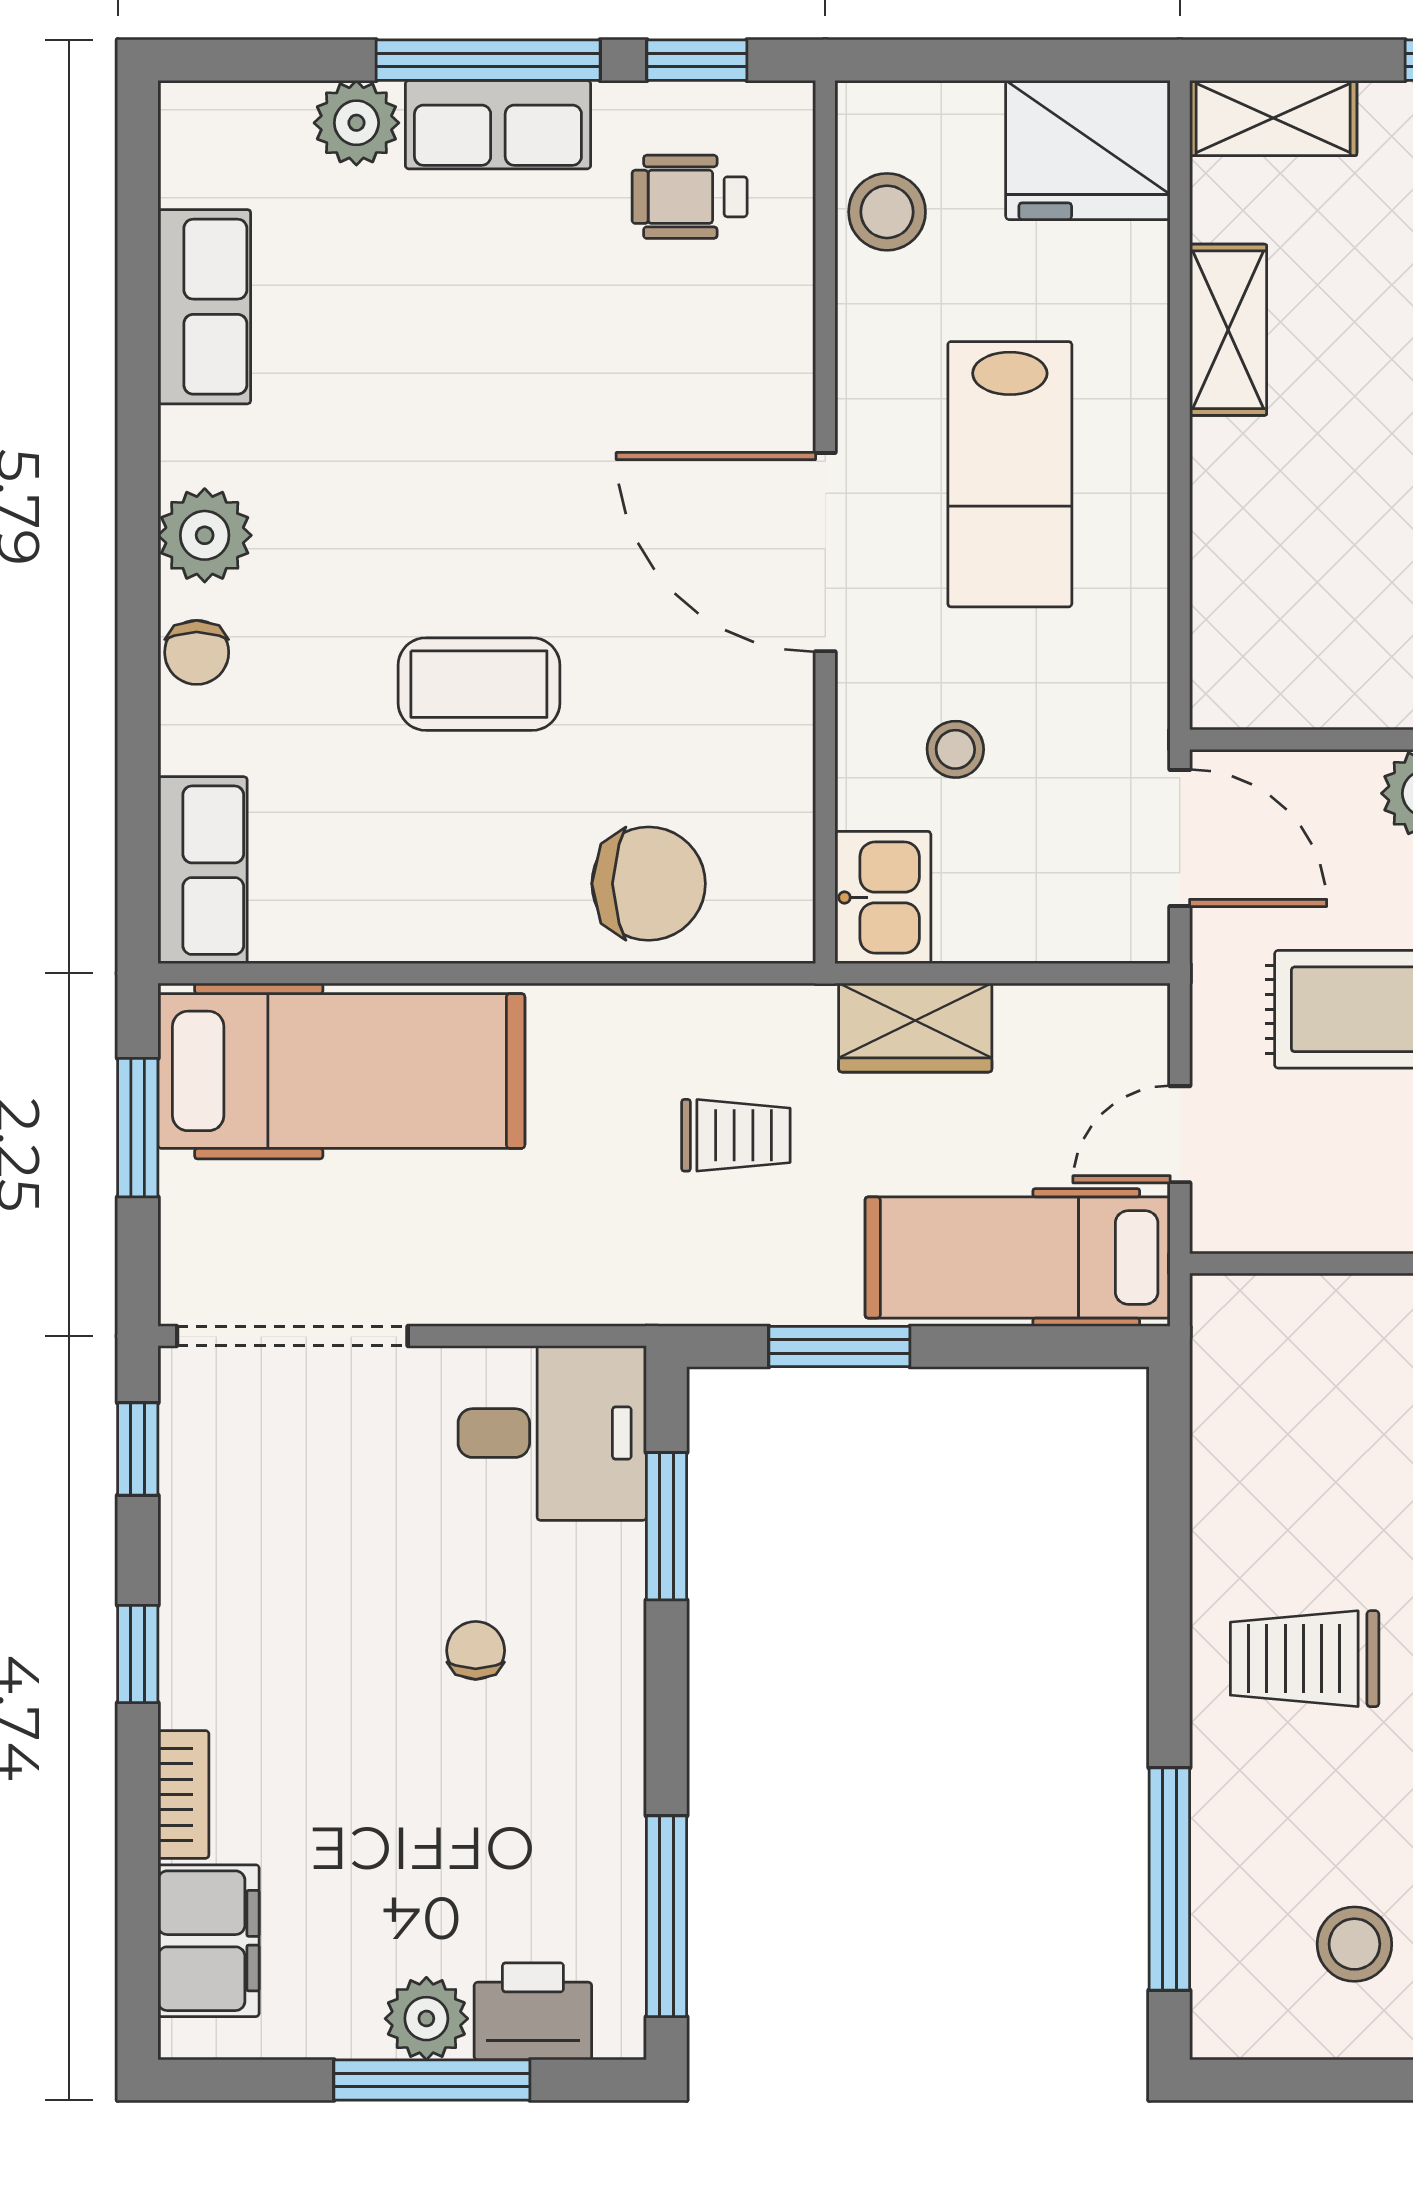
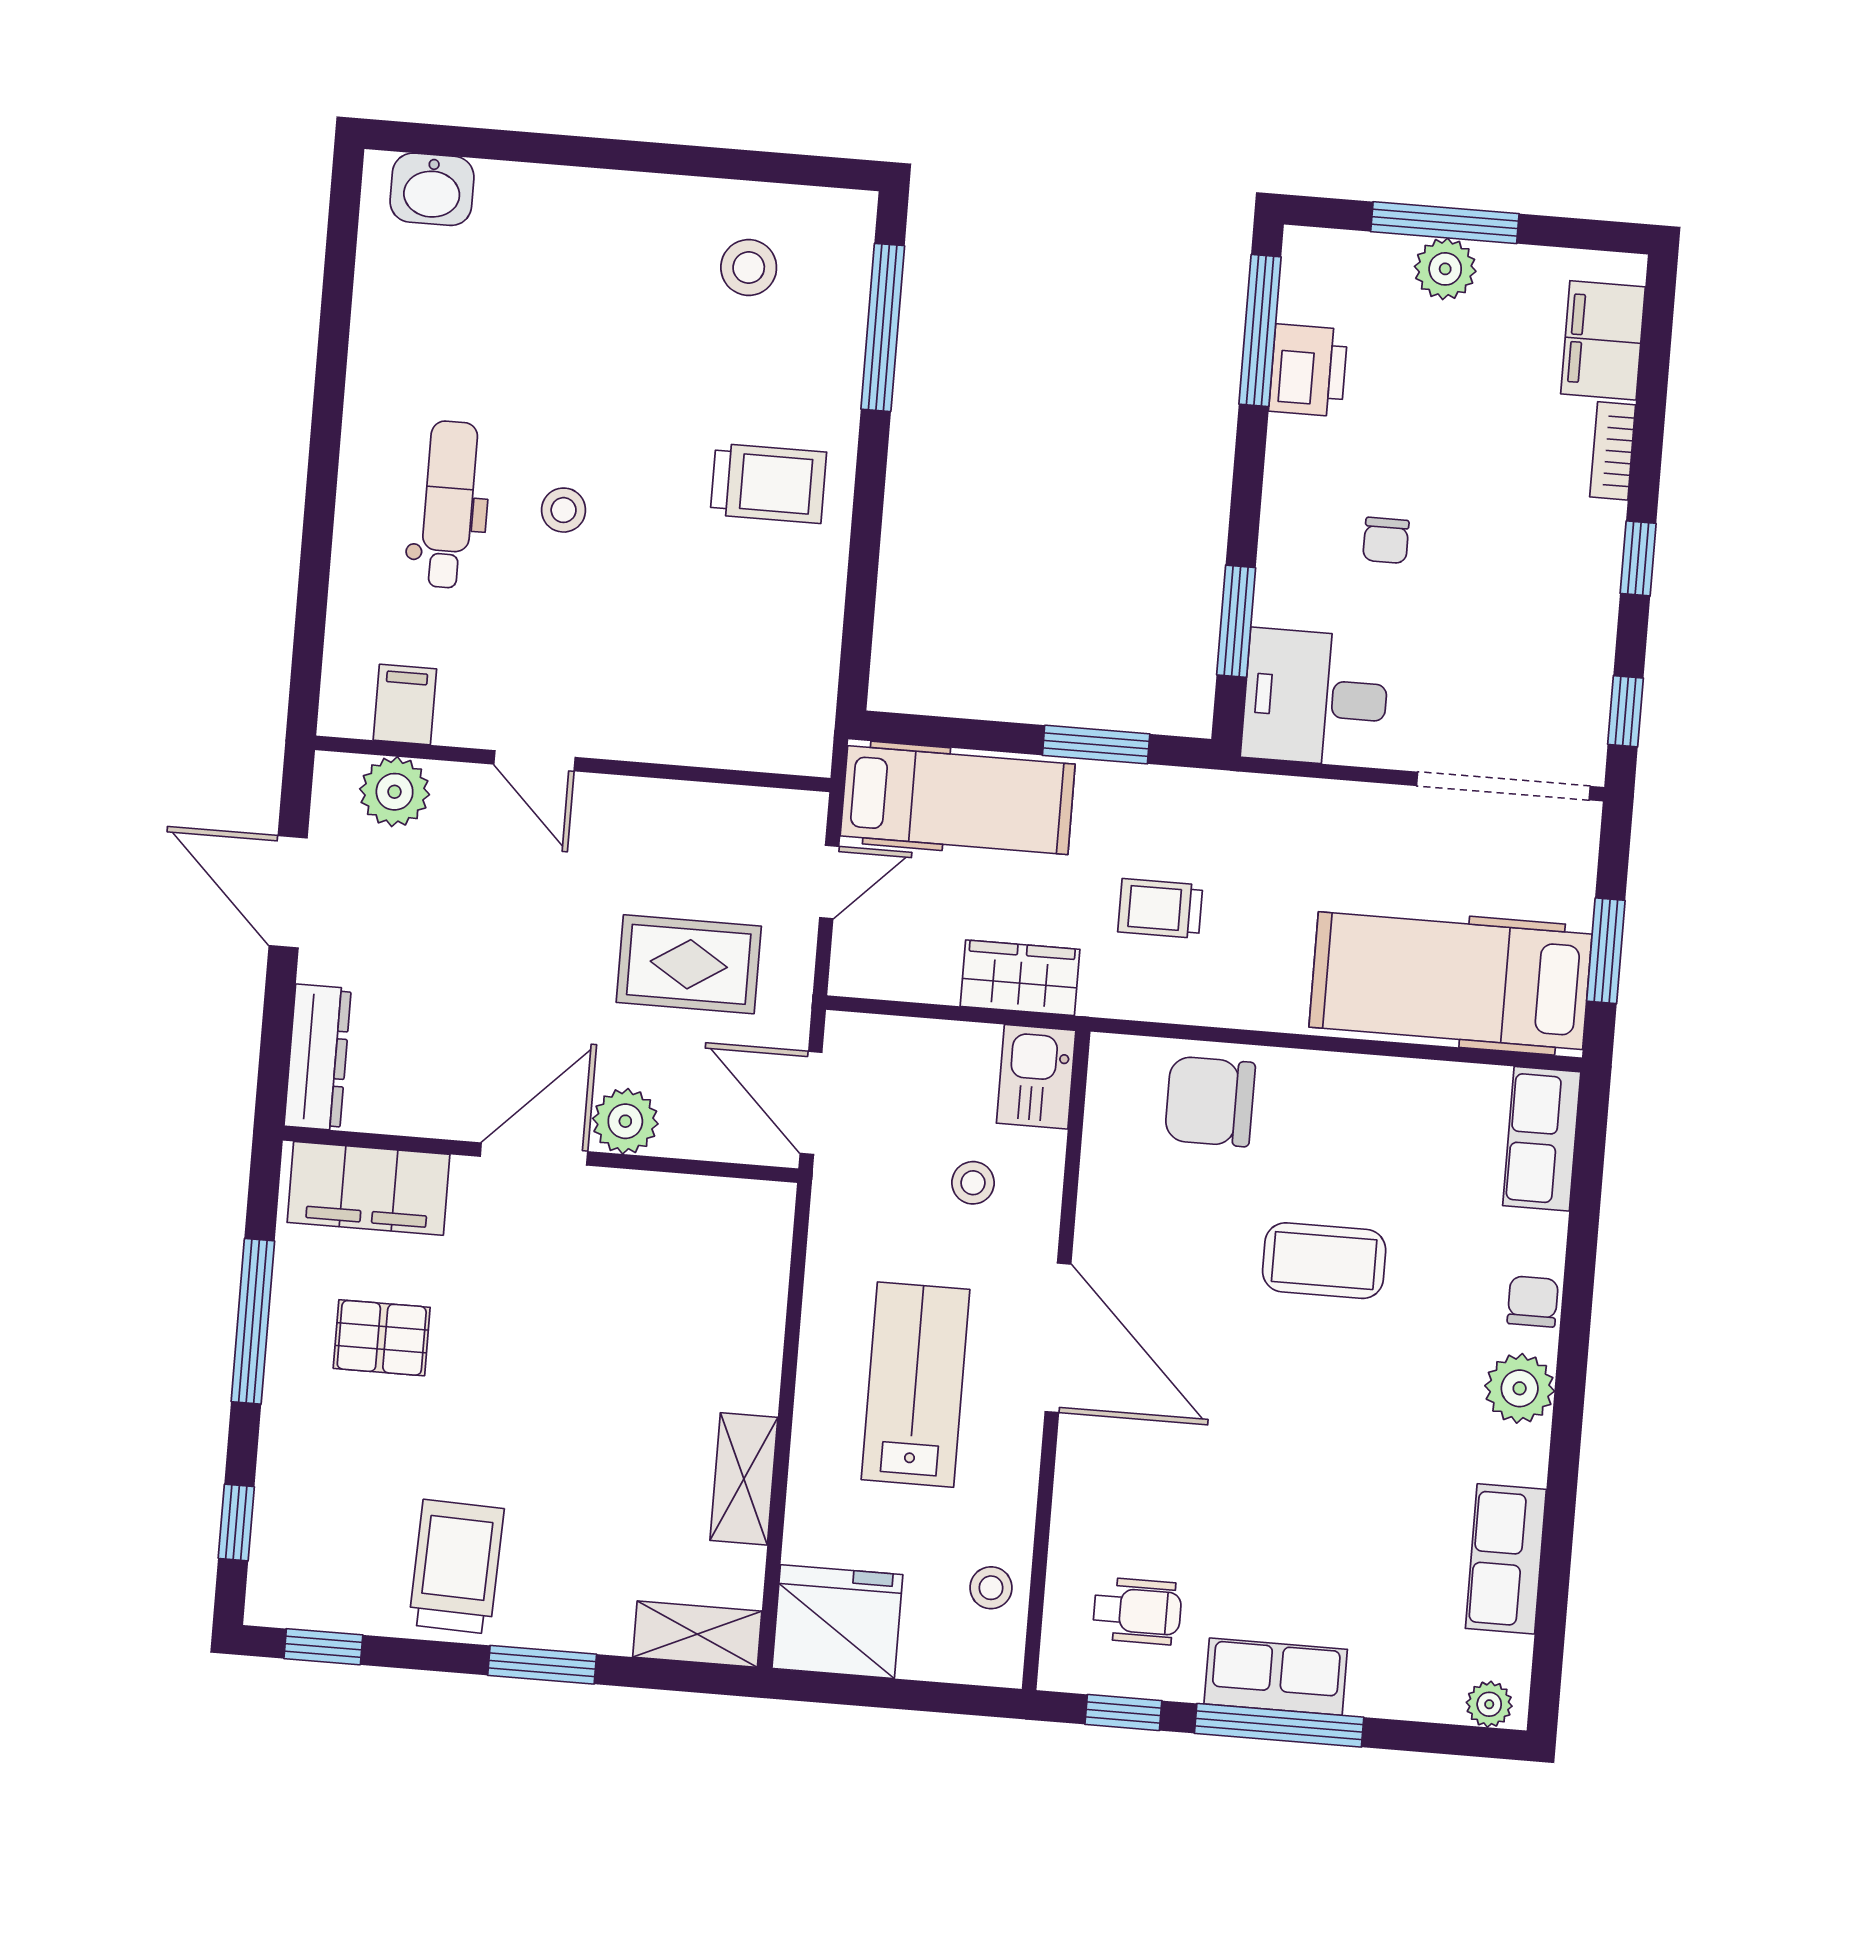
plant: (356, 123) -> (1489, 1704), moved, width x0.73, depth x0.73
stool: (887, 212) -> (991, 1588), width x0.73, depth x0.73
printer: (533, 2011) -> (1308, 370), moved, turned -90

